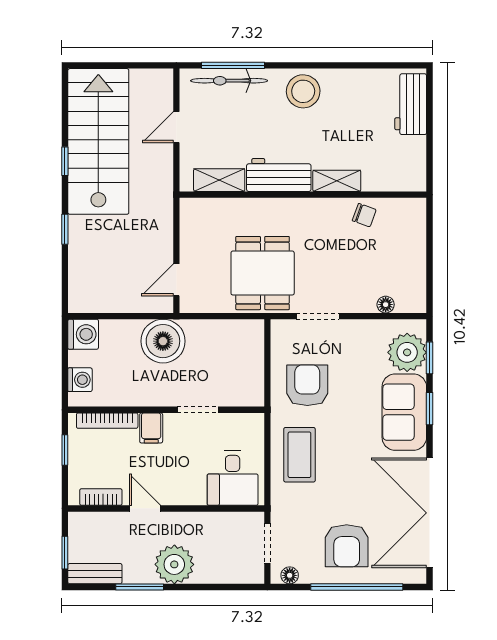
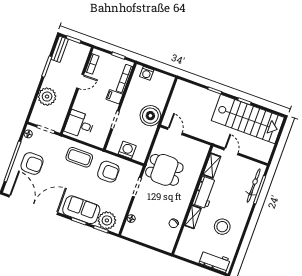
stool: (303, 91) -> (222, 227), moved
door: (176, 127) -> (231, 151), moved
washing machine: (83, 334) -> (127, 150), moved, turned 180
armchair: (347, 546) -> (32, 163), turned 180
plant: (174, 564) -> (47, 97), moved

